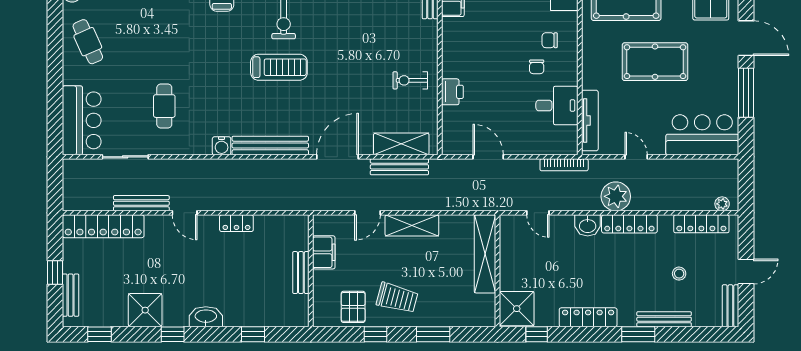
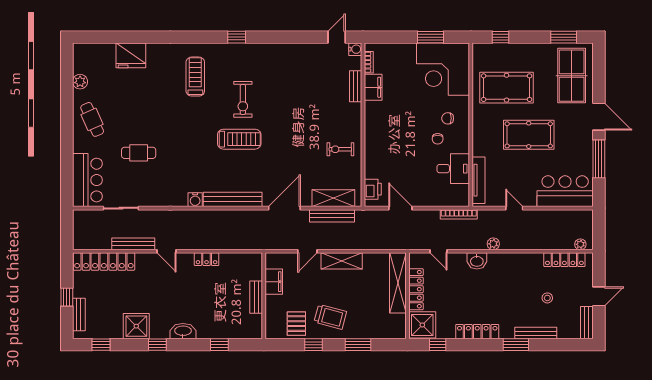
printer: (452, 92) -> (373, 189), moved
cafe table: (164, 106) -> (139, 153), moved, turned 90
plant: (616, 196) -> (493, 244), width x0.53, depth x0.53
locker: (629, 224) -> (416, 289), moved, turned -90

